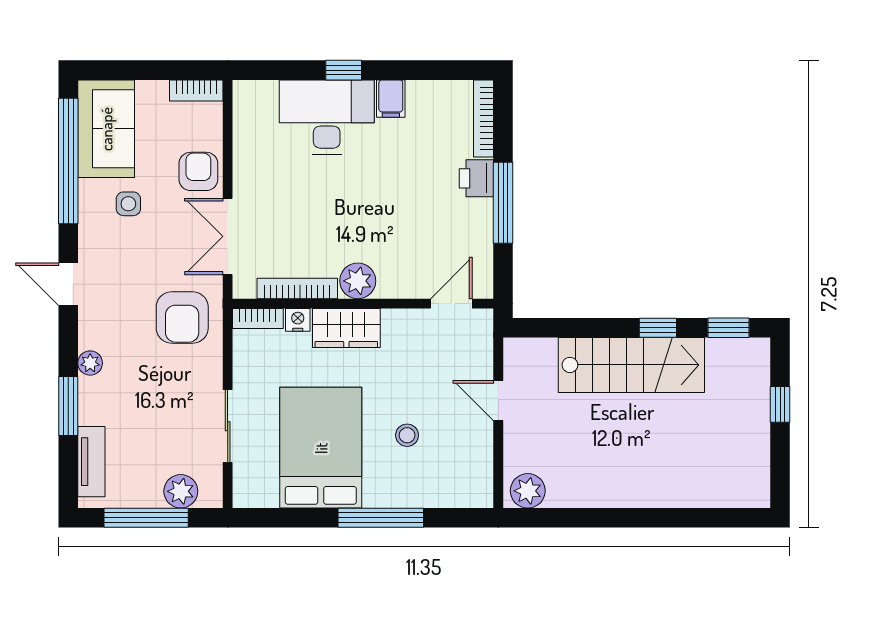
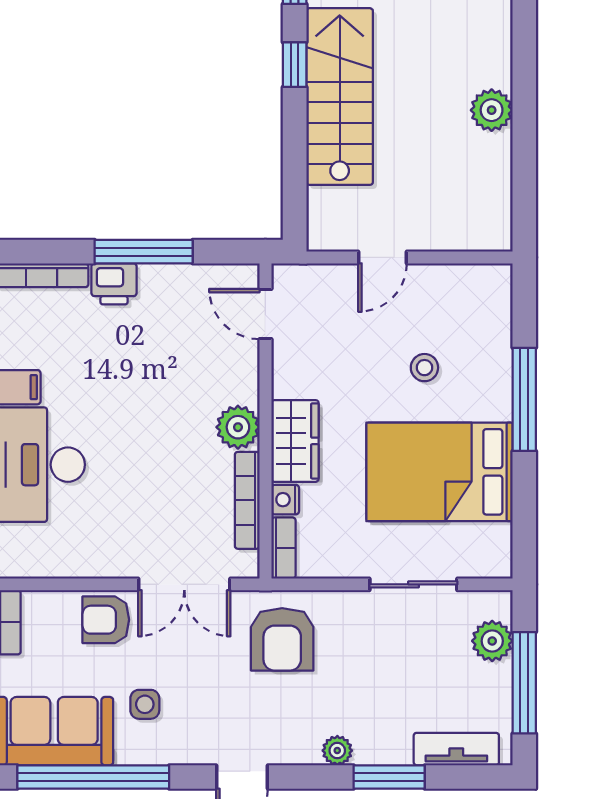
armchair: (182, 317) -> (282, 639), turned 90
plant: (528, 491) -> (492, 110), moved

